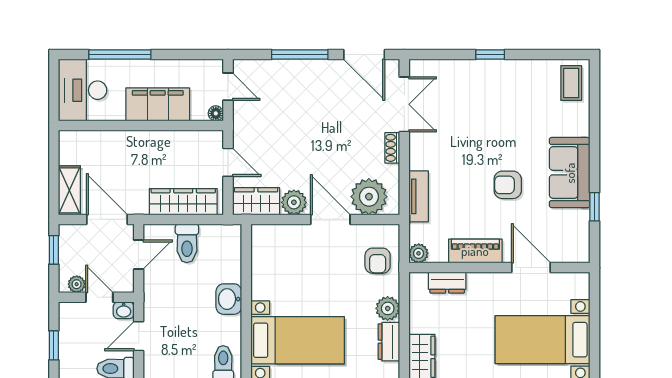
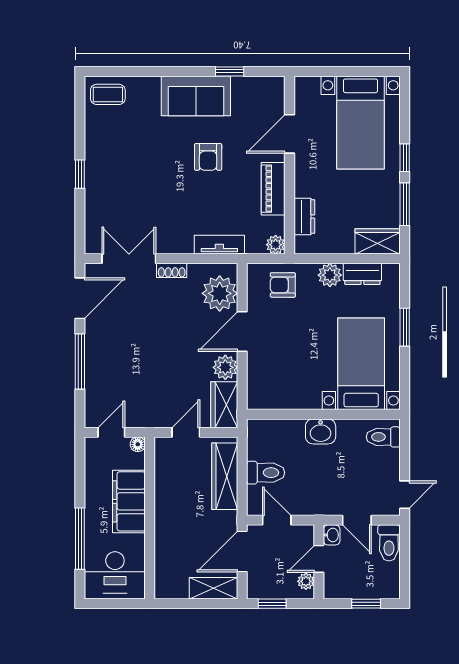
armchair: (378, 261) -> (283, 285), turned 180

